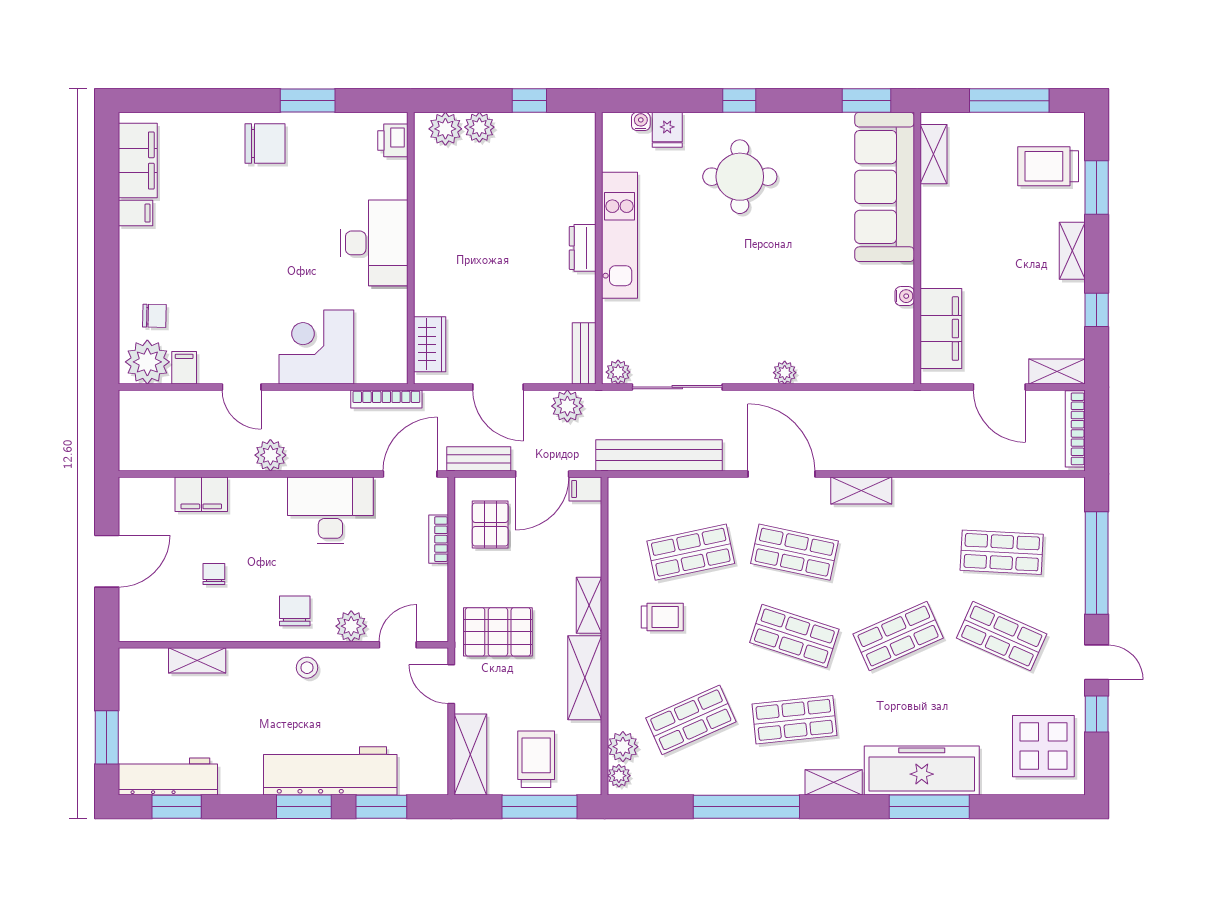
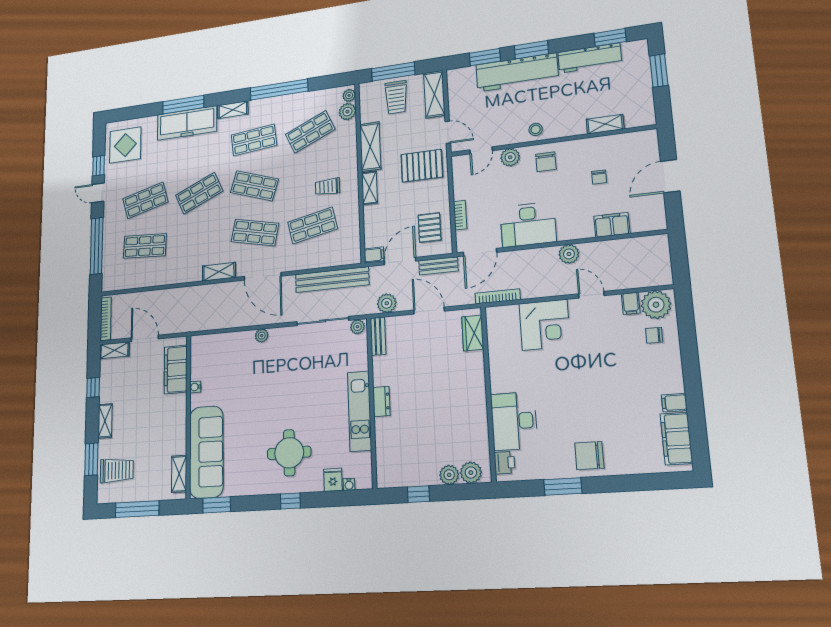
desk: (374, 243) -> (514, 421), moved
shop shelf: (1002, 636) -> (145, 200), turned -39
workbench: (168, 777) -> (590, 58), moved

